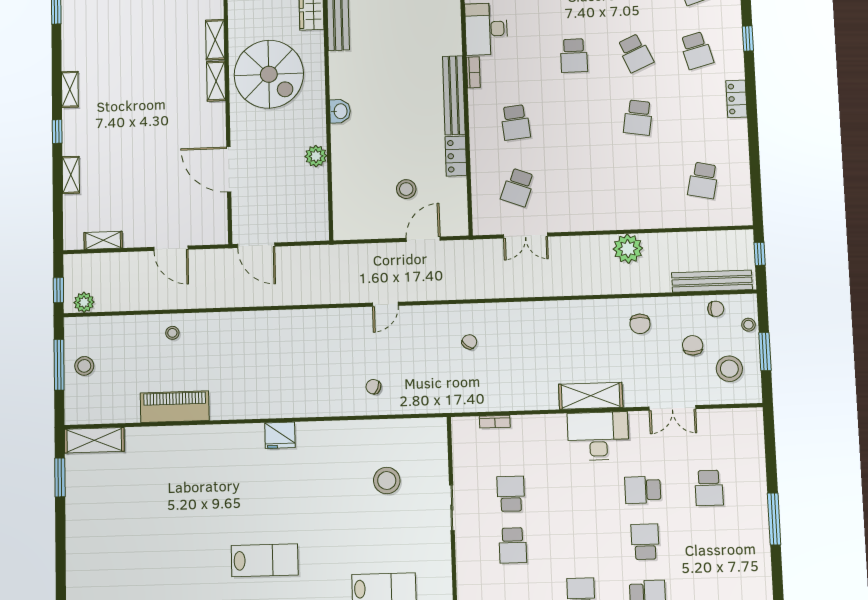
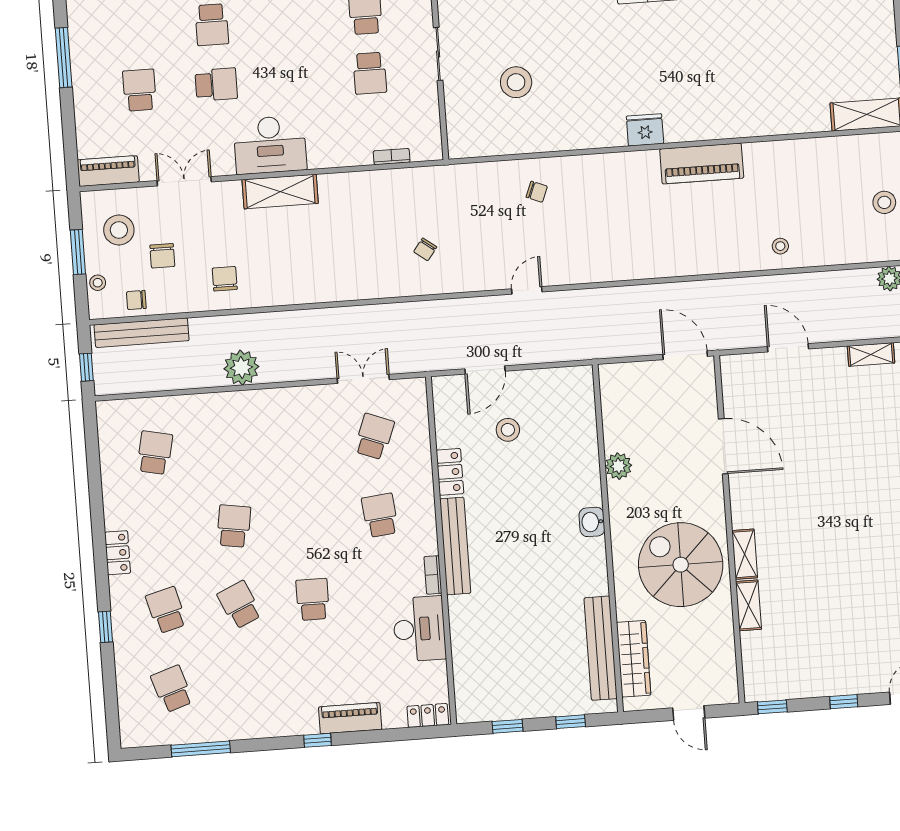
piano: (175, 407) -> (702, 163), moved
piano: (738, 419) -> (108, 171), added

